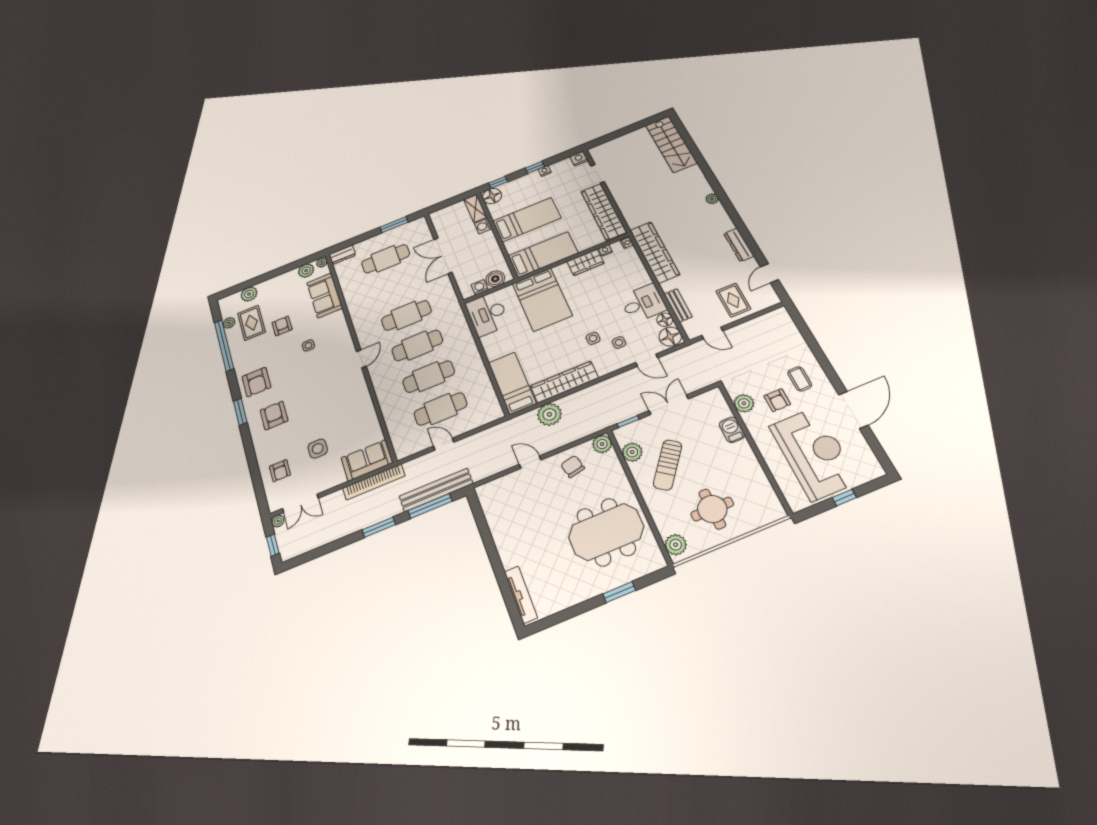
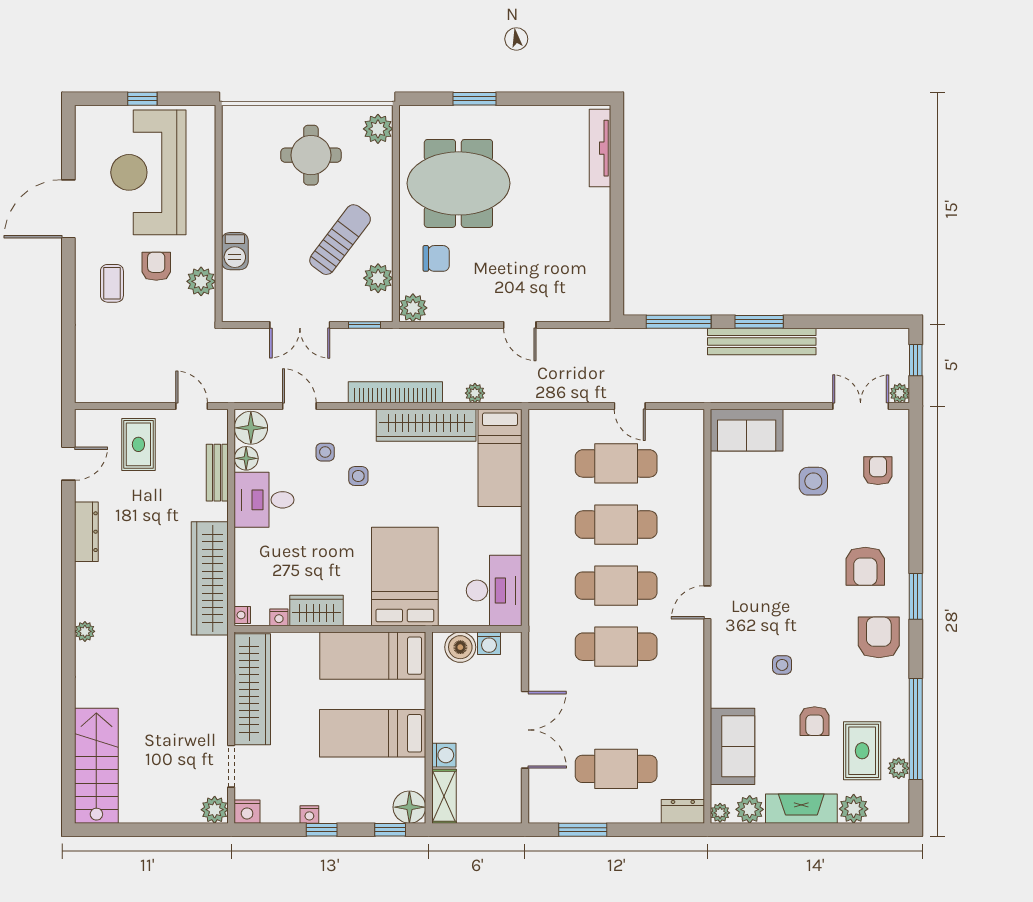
plant: (597, 152) -> (215, 810), added
fireplace: (278, 282) -> (801, 809), added
plant: (549, 414) -> (475, 393), width x0.53, depth x0.53
chair: (573, 466) -> (436, 258), moved, turned -78
bookcase: (374, 482) -> (395, 392), moved
bench: (436, 490) -> (762, 341), moved

